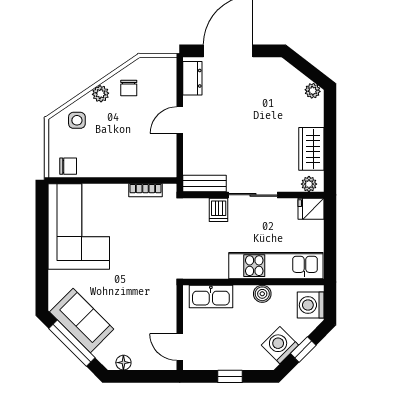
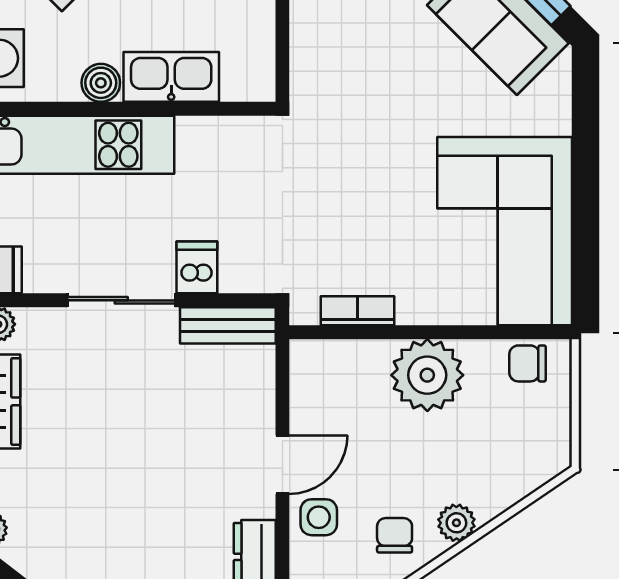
side table: (77, 120) -> (319, 517), moved
plant: (114, 161) -> (427, 375), added
kitchen sink: (211, 296) -> (171, 77), moved

